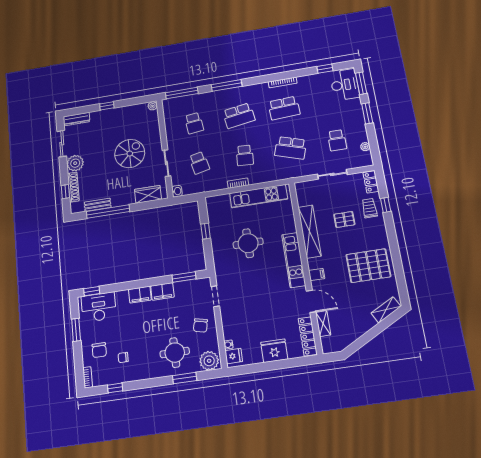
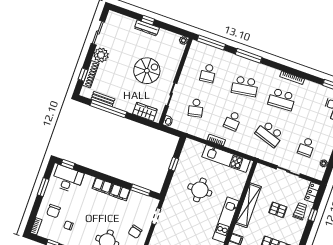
dresser: (77, 119) -> (147, 28), moved

